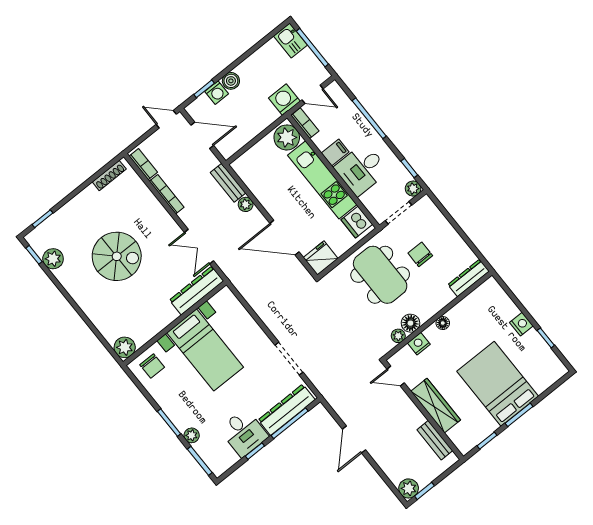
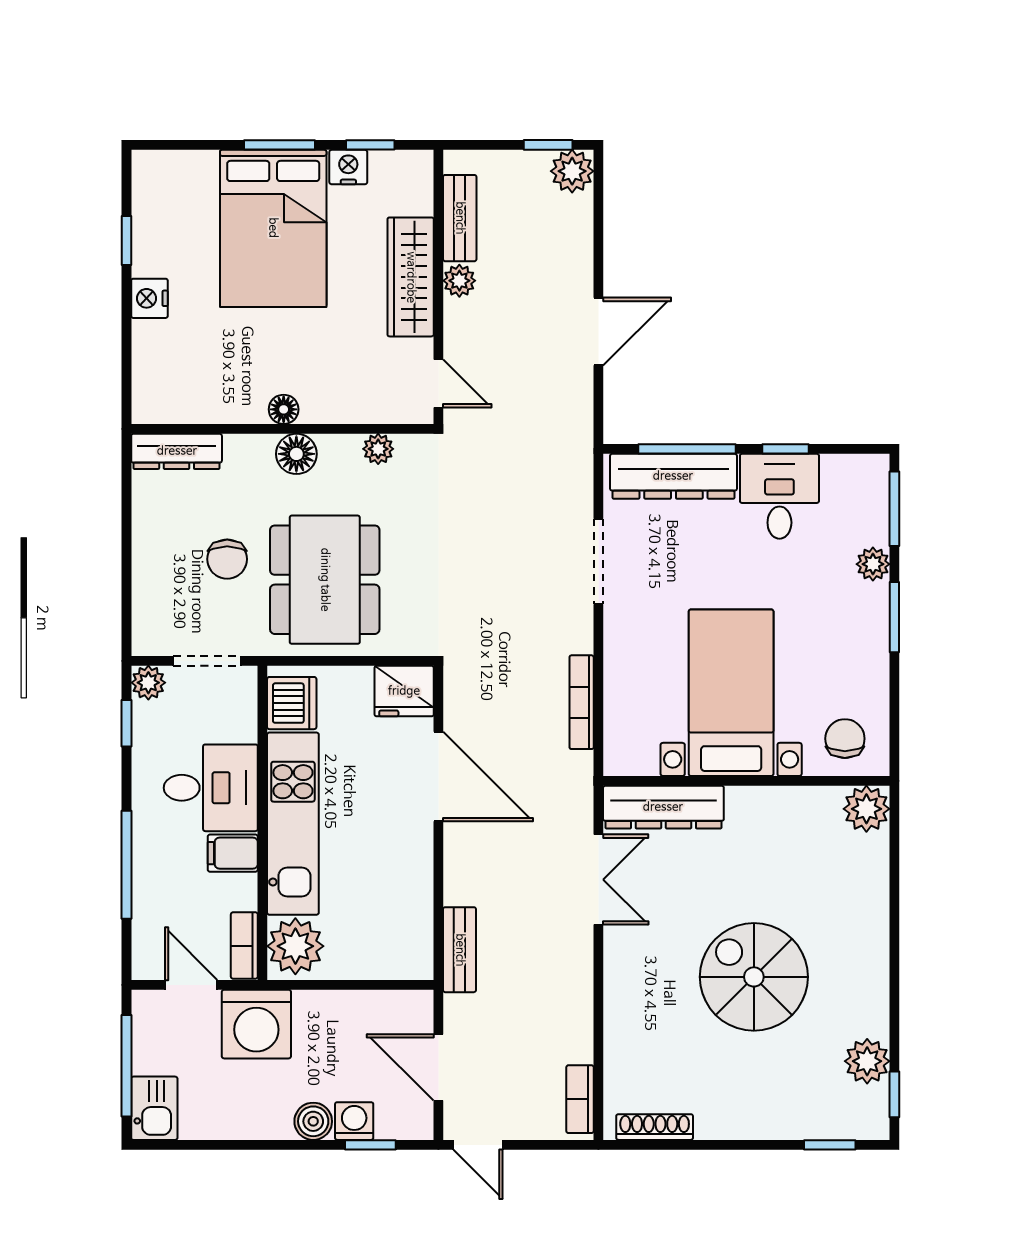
washing machine: (284, 100) -> (256, 1024), width x1.37, depth x1.37
bookcase: (167, 194) -> (582, 702), moved
plant: (246, 204) -> (459, 281), moved
floor lamp: (410, 323) -> (296, 454), moved
nightstand: (419, 344) -> (348, 167), moved, turned 180

